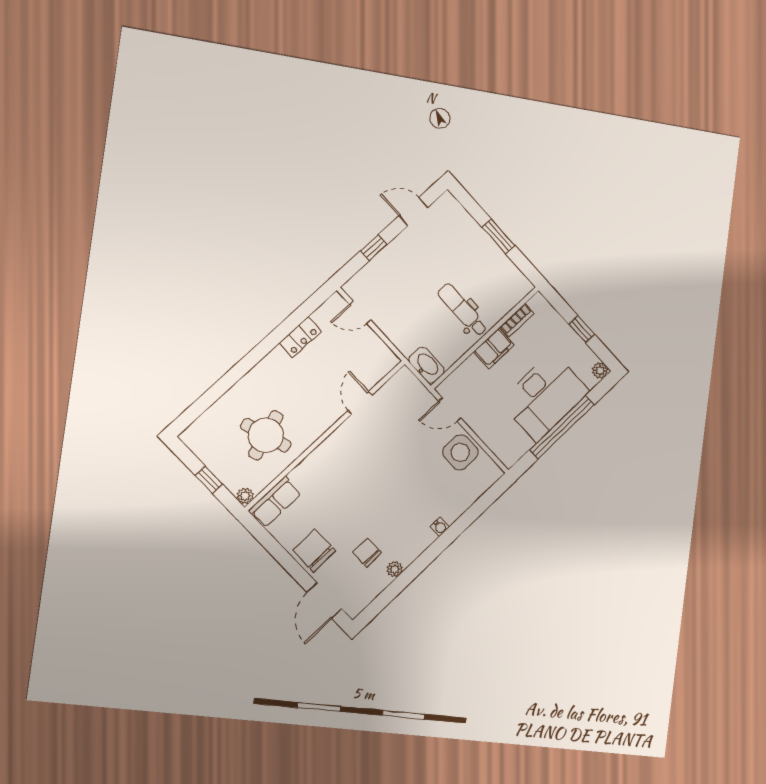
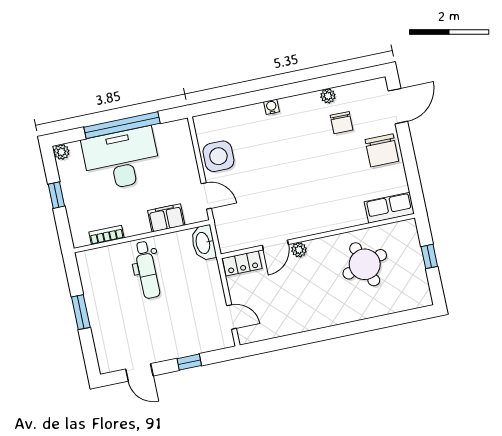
locker: (300, 337) -> (242, 263), moved, turned 180
filing cabinet: (494, 348) -> (166, 218), moved
plant: (245, 496) -> (299, 250), moved

